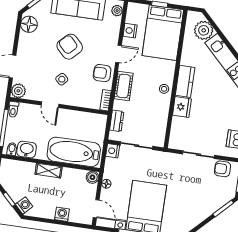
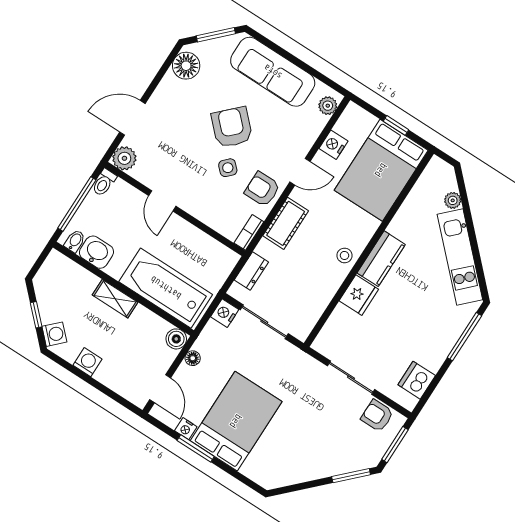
plant: (204, 30) -> (453, 200), width x0.53, depth x0.53
side table: (62, 79) -> (228, 168), moved
washing machine: (62, 214) -> (87, 362), moved

